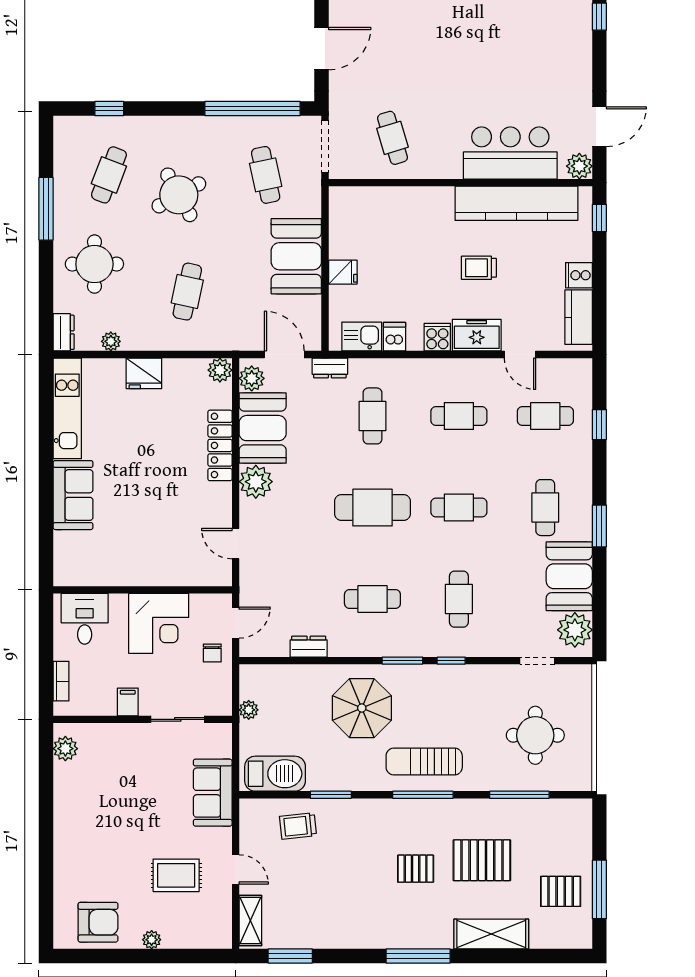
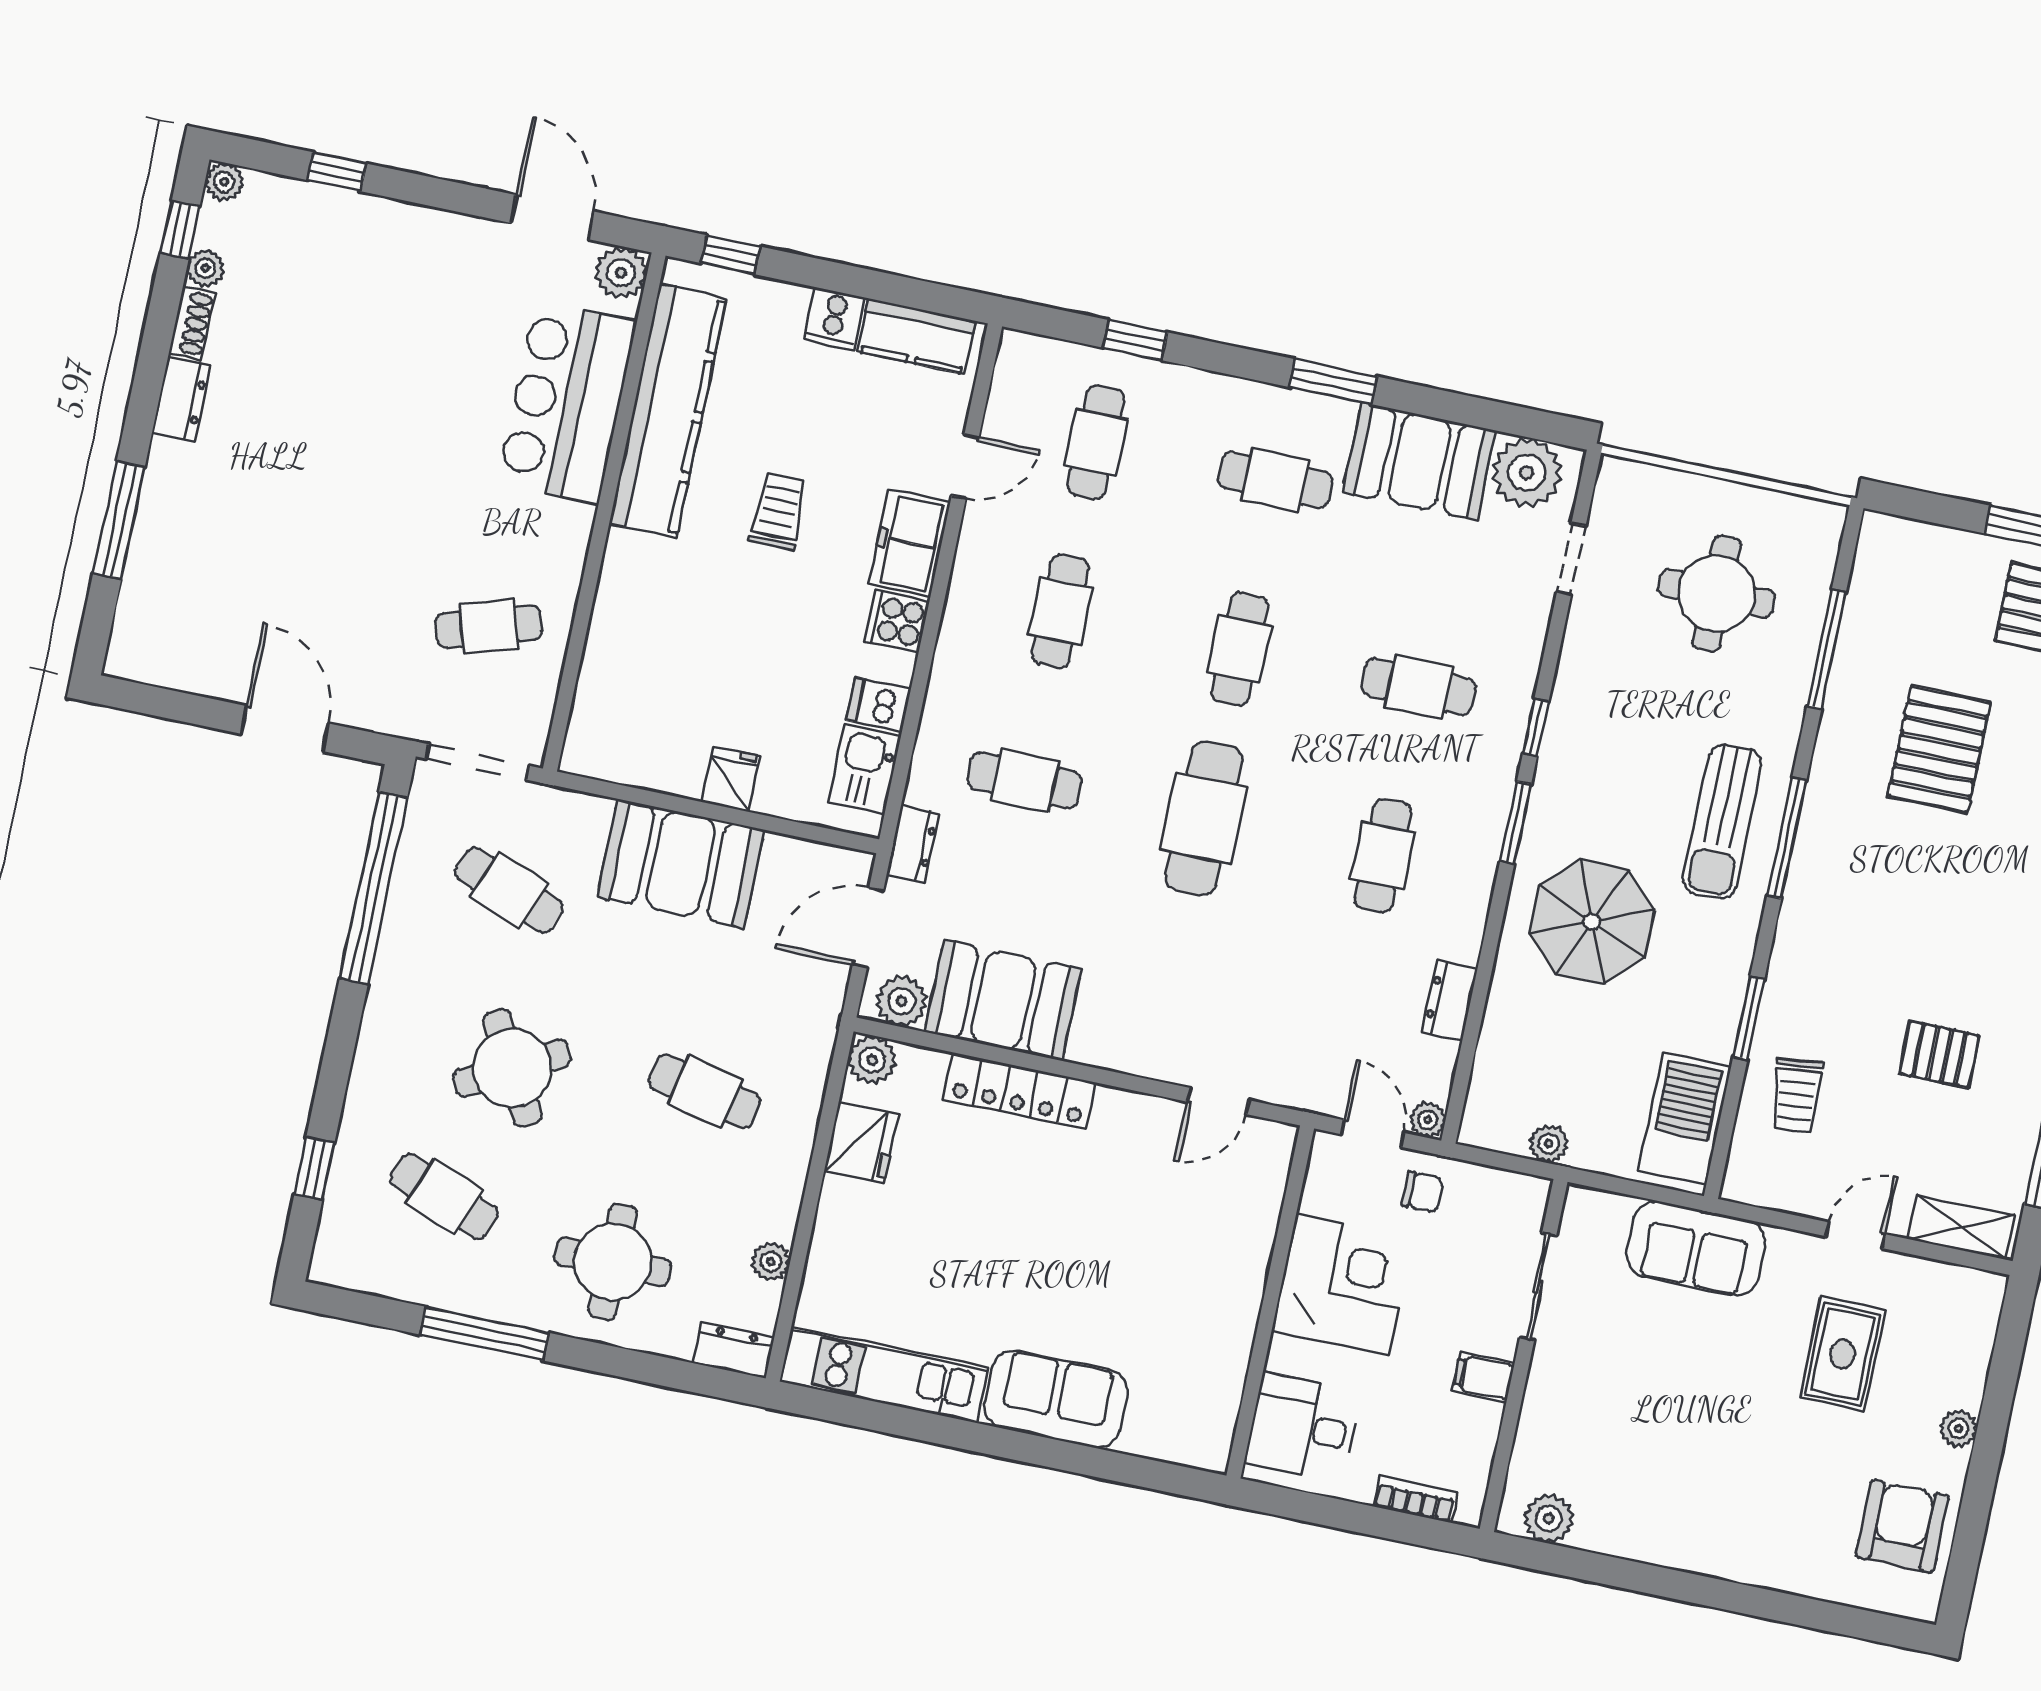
cafe table: (266, 175) -> (509, 890), turned 33
trolley: (479, 268) -> (778, 511), turned 180
fridge: (144, 373) -> (861, 1143), moved
plant: (256, 482) -> (1428, 1120), moved, width x0.53, depth x0.53
pallet: (416, 869) -> (1939, 1055), moved, turned 90

